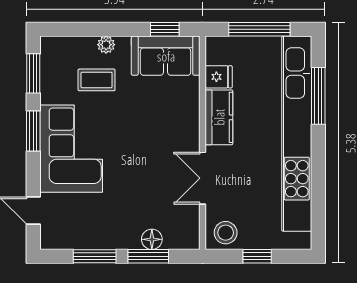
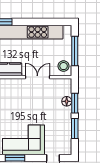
double door: (203, 178) -> (37, 77), swing flipped
window: (257, 256) -> (75, 51), width x2.17

